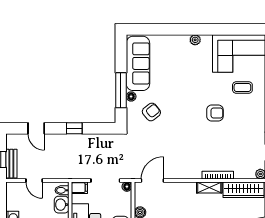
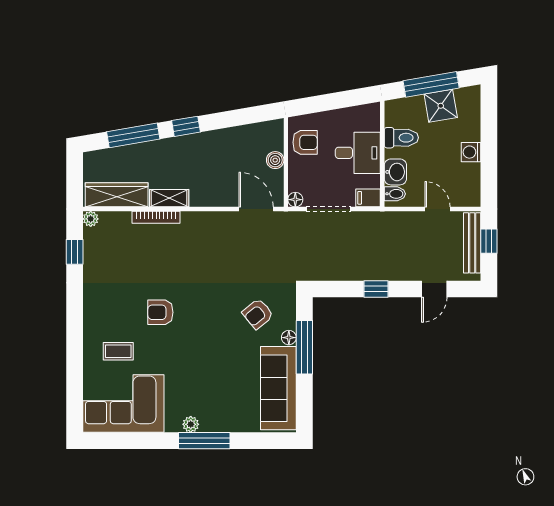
window: (186, 29) -> (204, 441), added
door: (36, 128) -> (434, 289), swing flipped
bench: (11, 164) -> (472, 243), width x1.36
door: (152, 180) -> (256, 209), swing flipped

